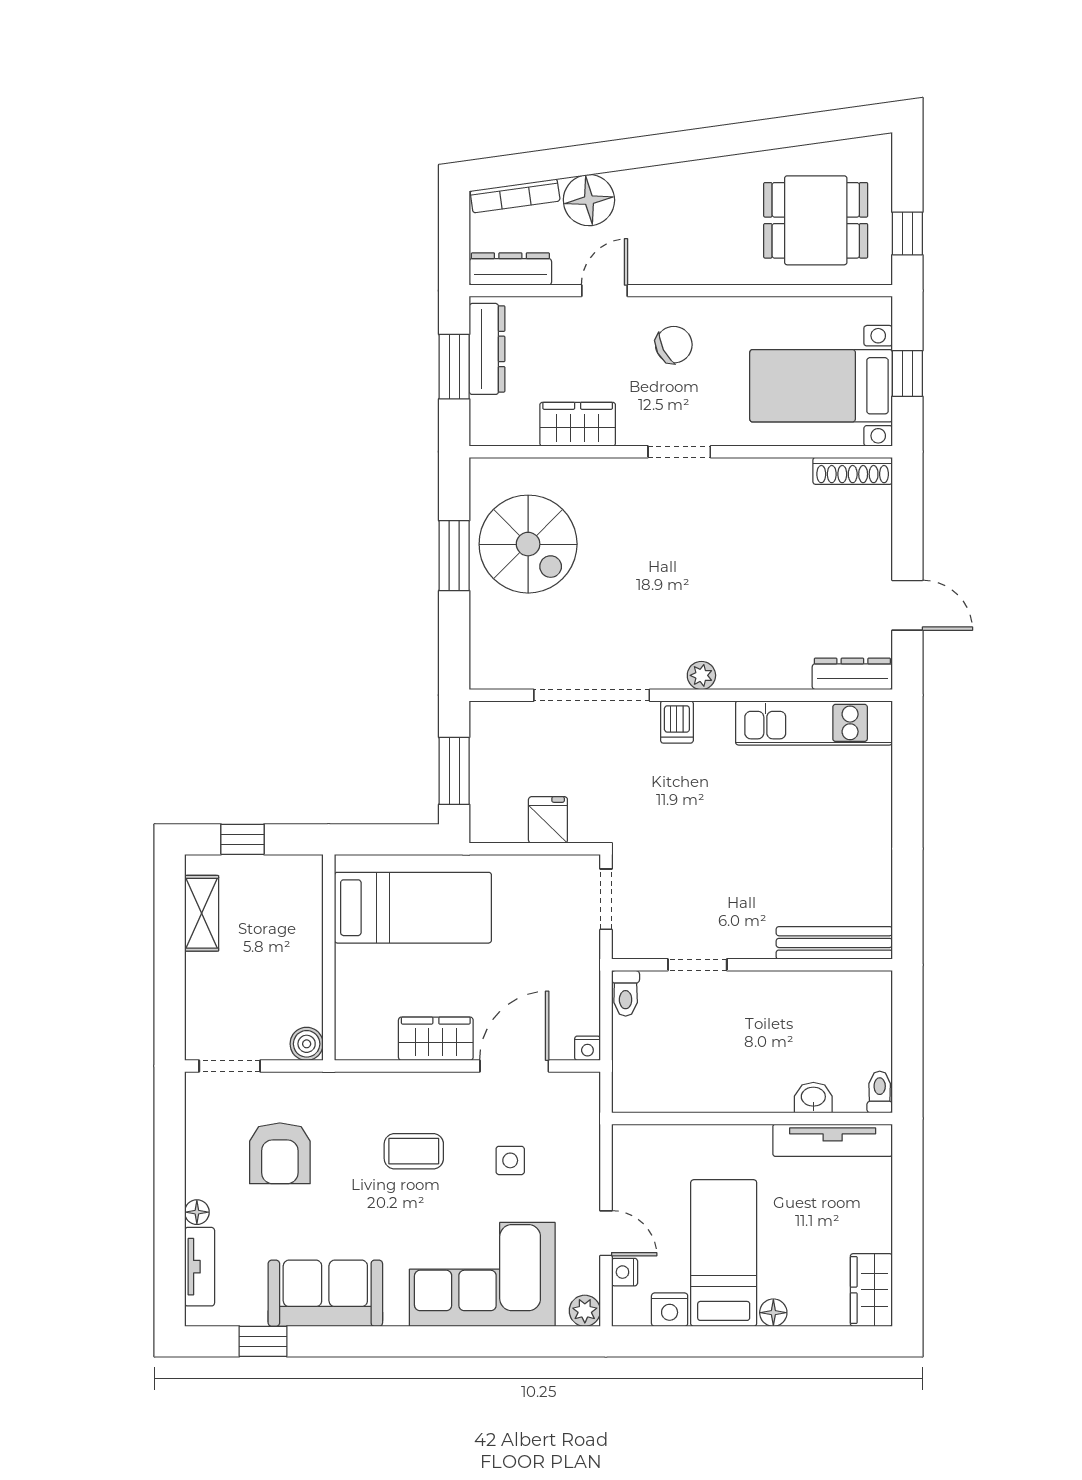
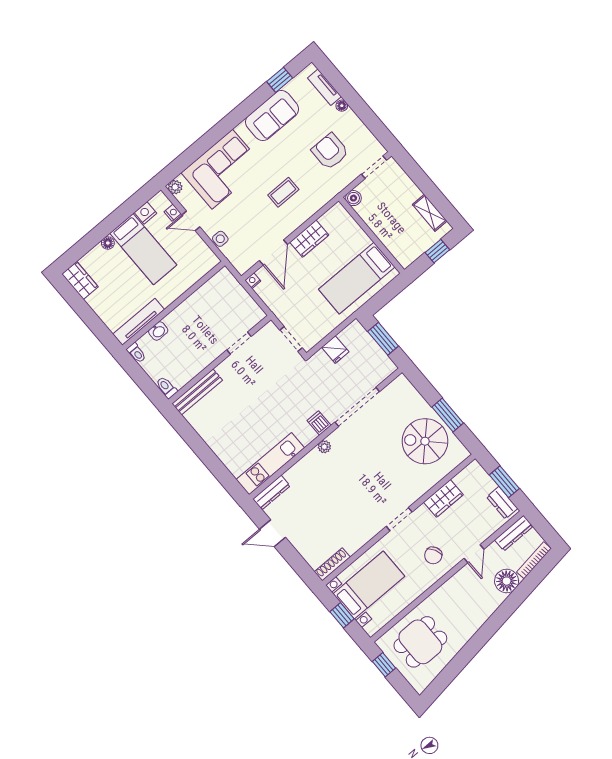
dresser: (487, 349) -> (502, 503), width x0.70
toilet: (626, 993) -> (166, 387), moved
side table: (510, 1160) -> (220, 239), moved

